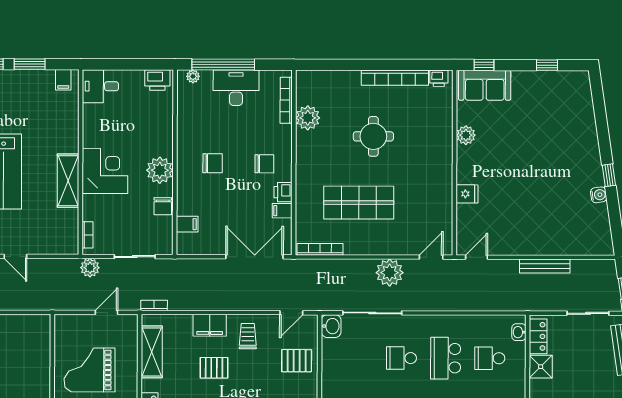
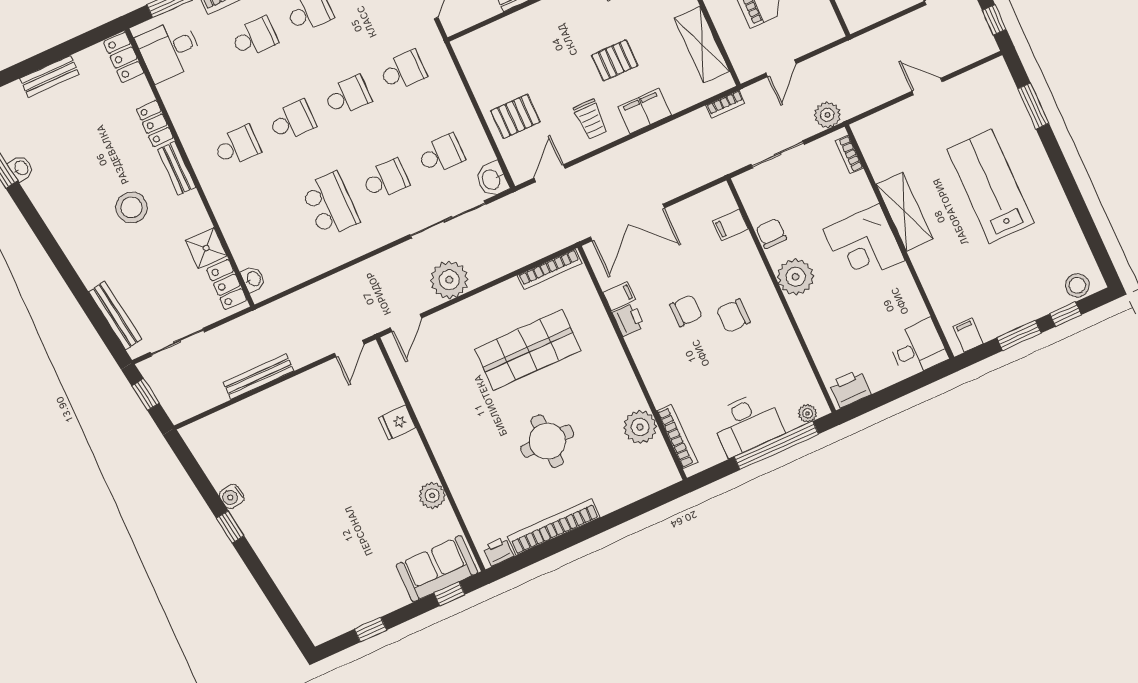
chair: (264, 164) -> (686, 311), moved, turned 180
school desk: (490, 358) -> (441, 154), moved

